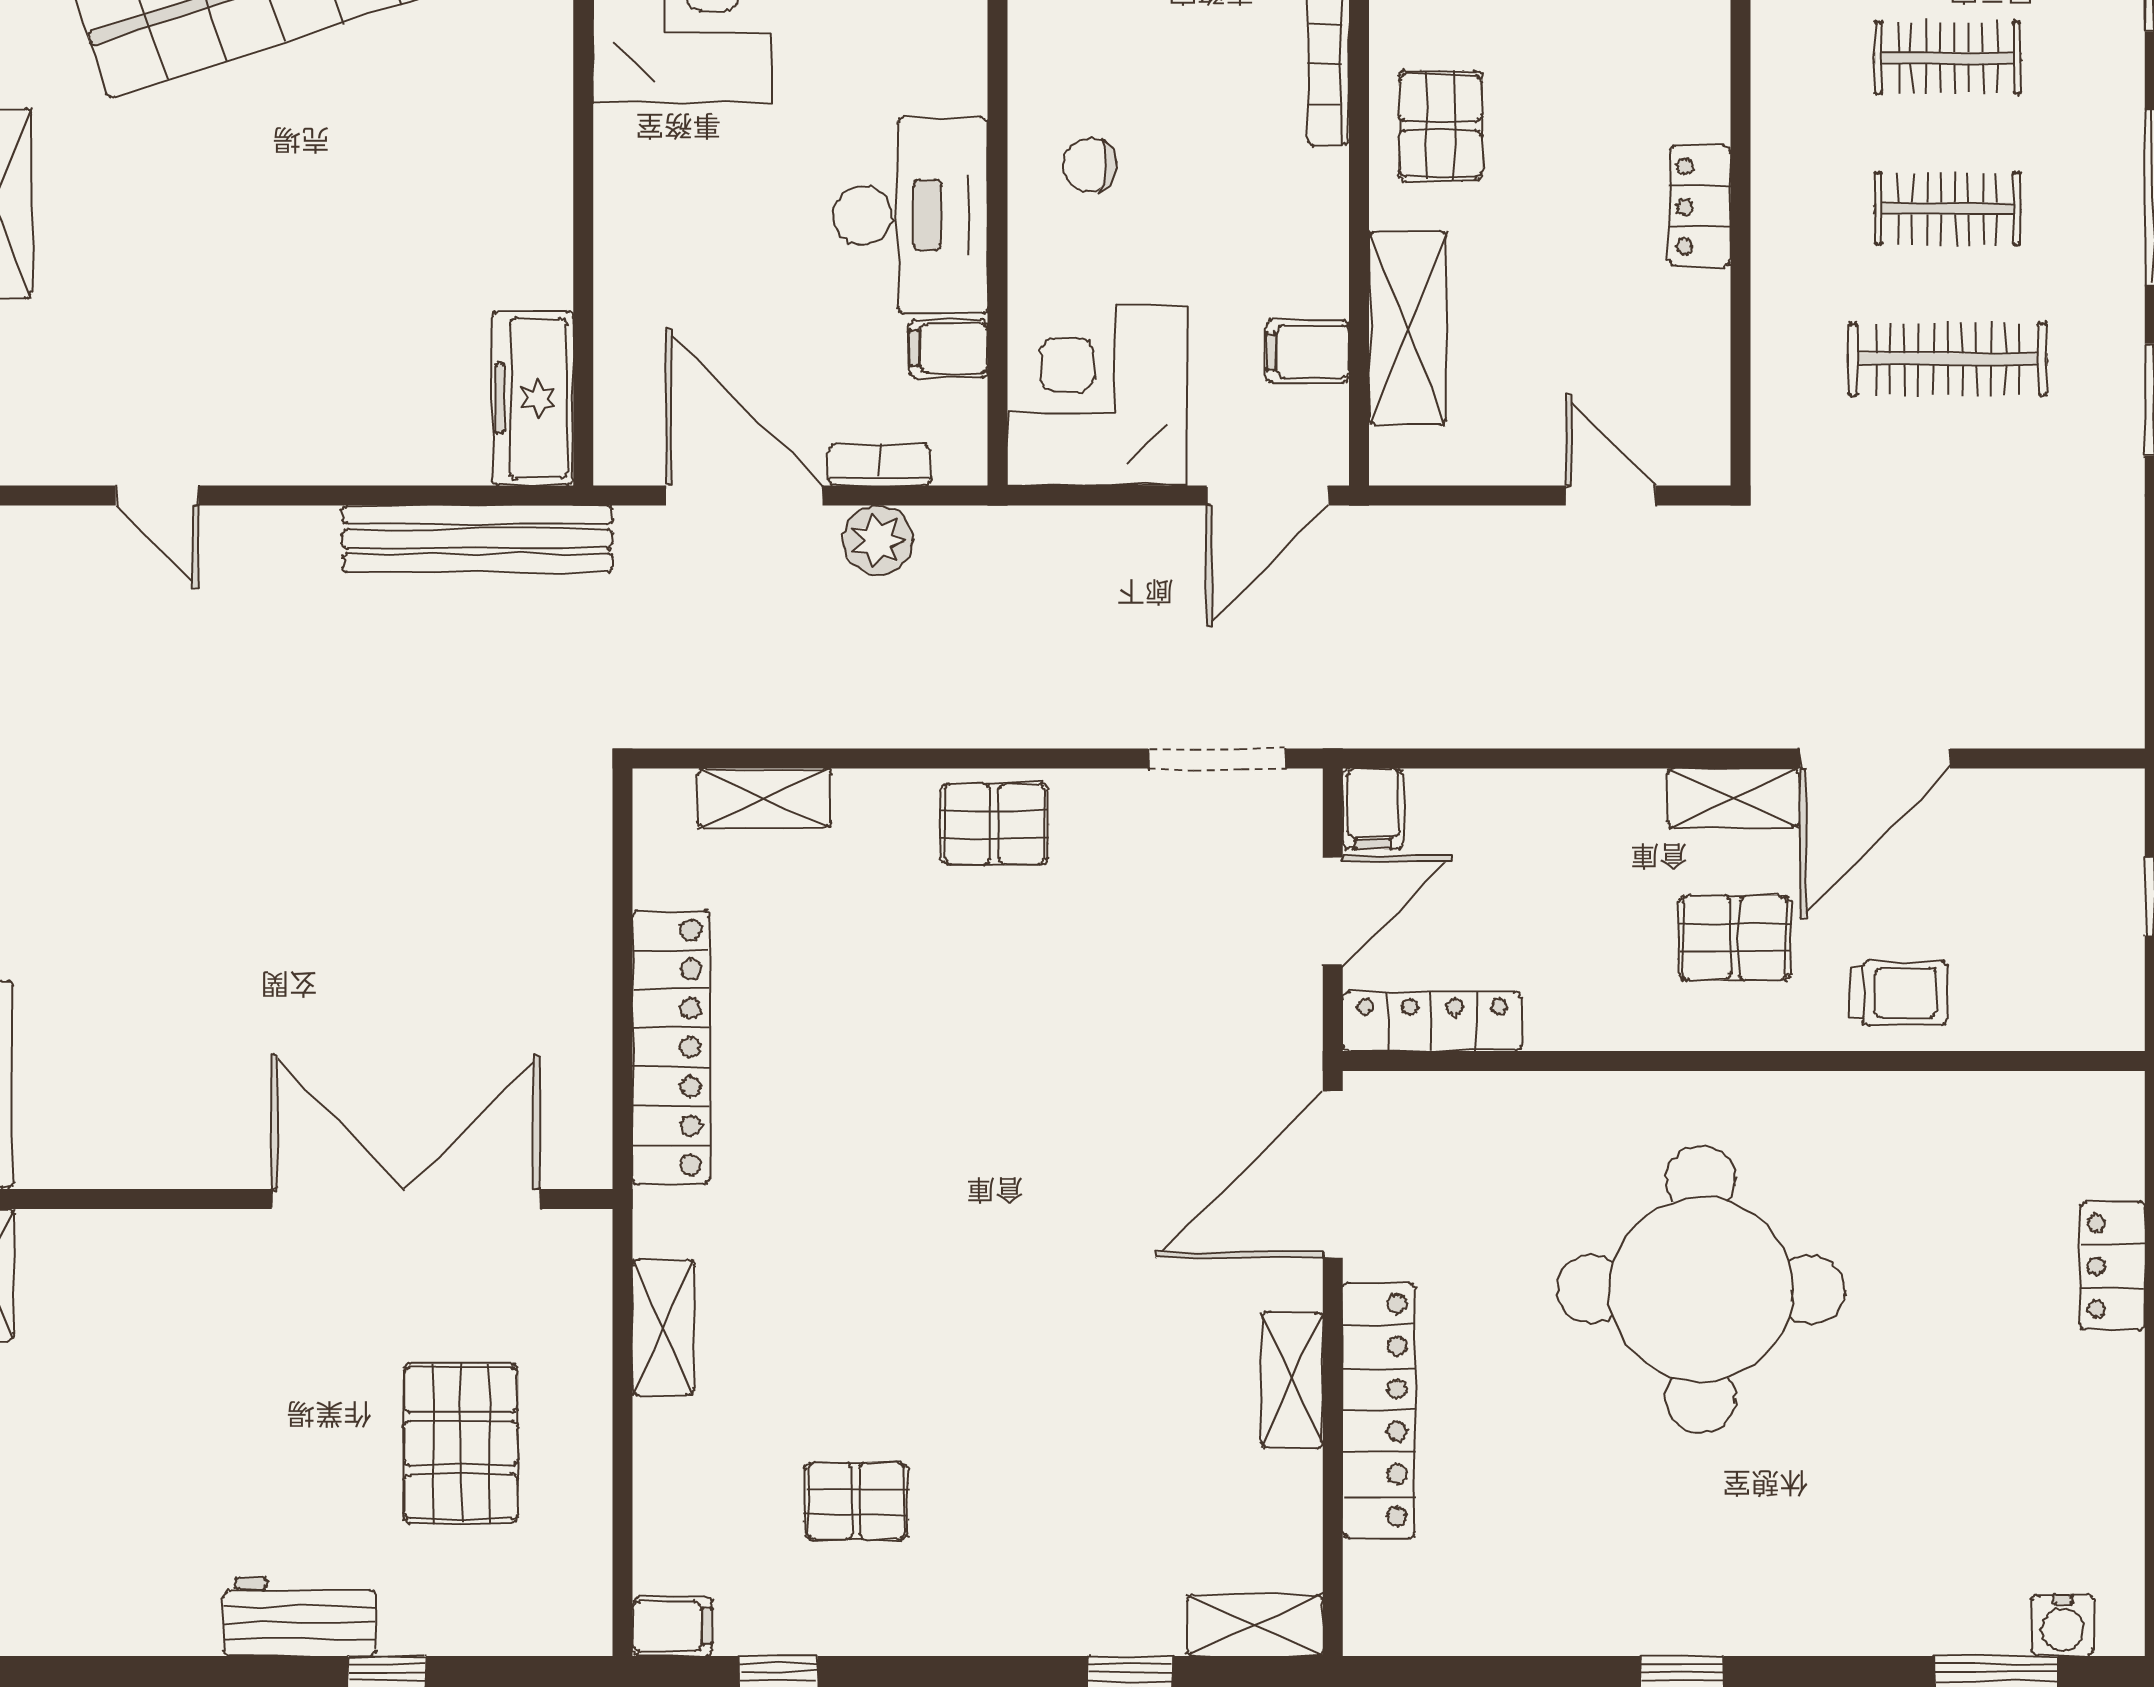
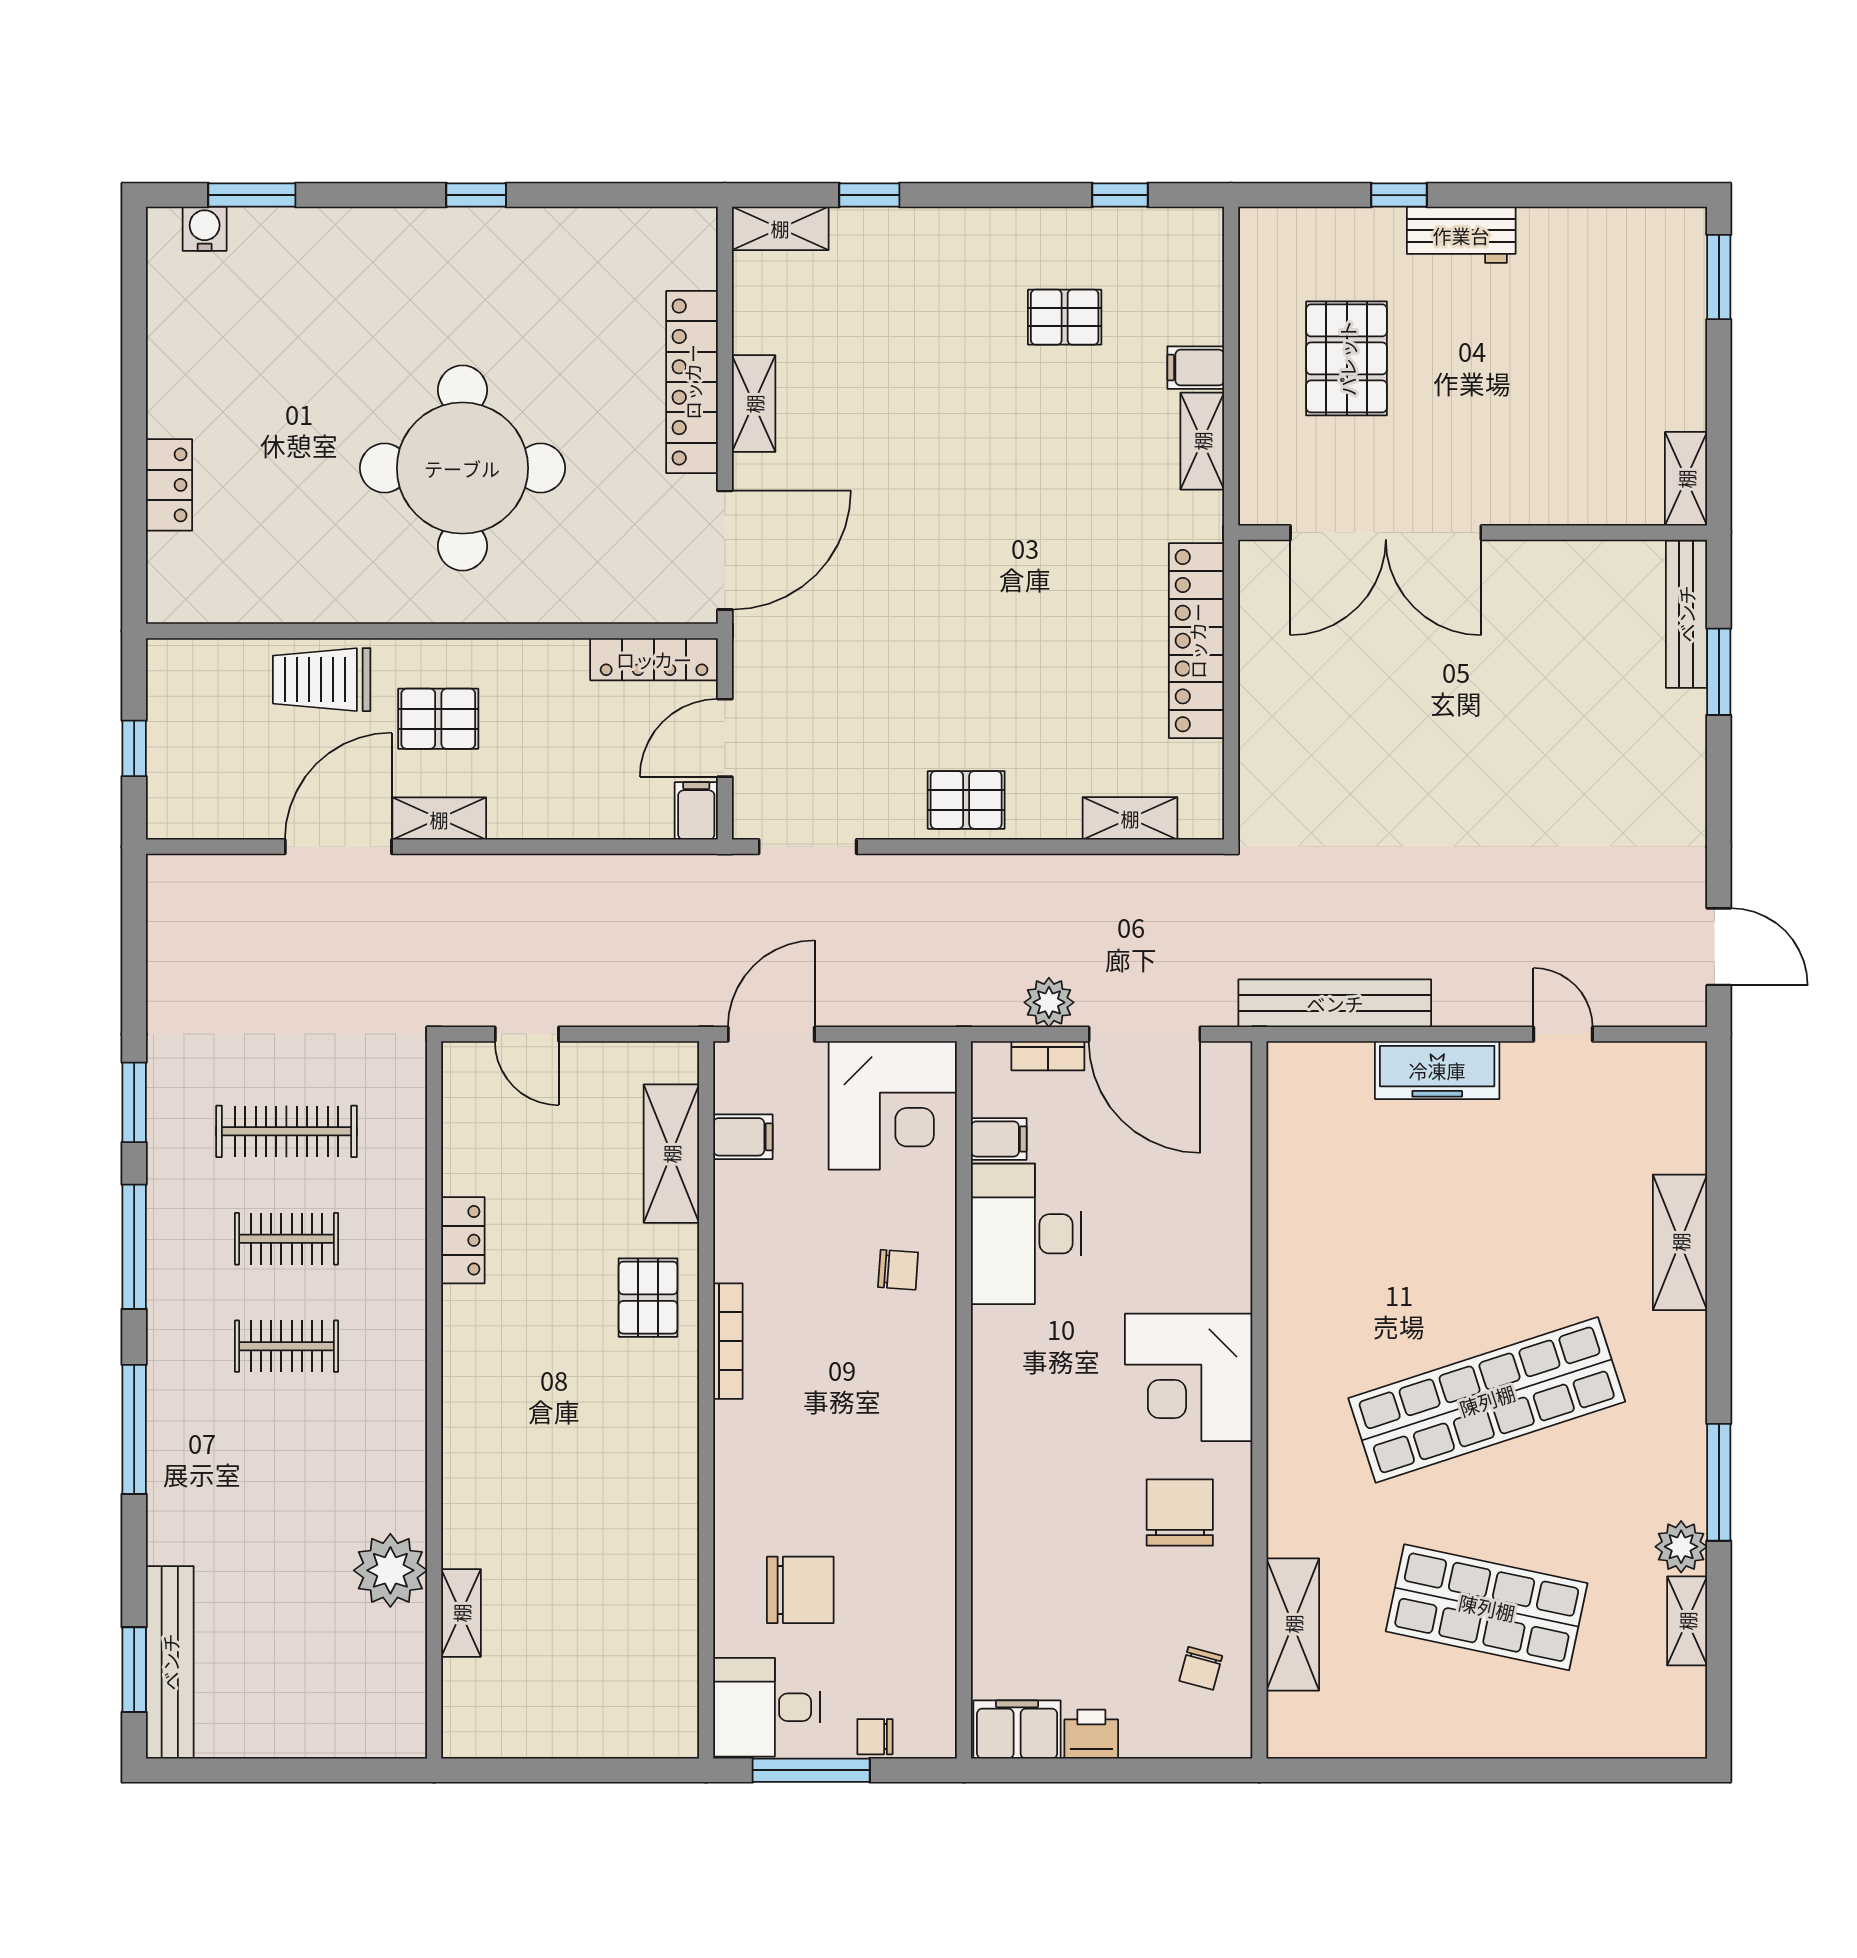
freezer: (533, 398) -> (1437, 1070), moved, turned 90
trolley: (1898, 993) -> (322, 680), width x1.36, depth x1.39
filing cabinet: (672, 1626) -> (1196, 368), moved

